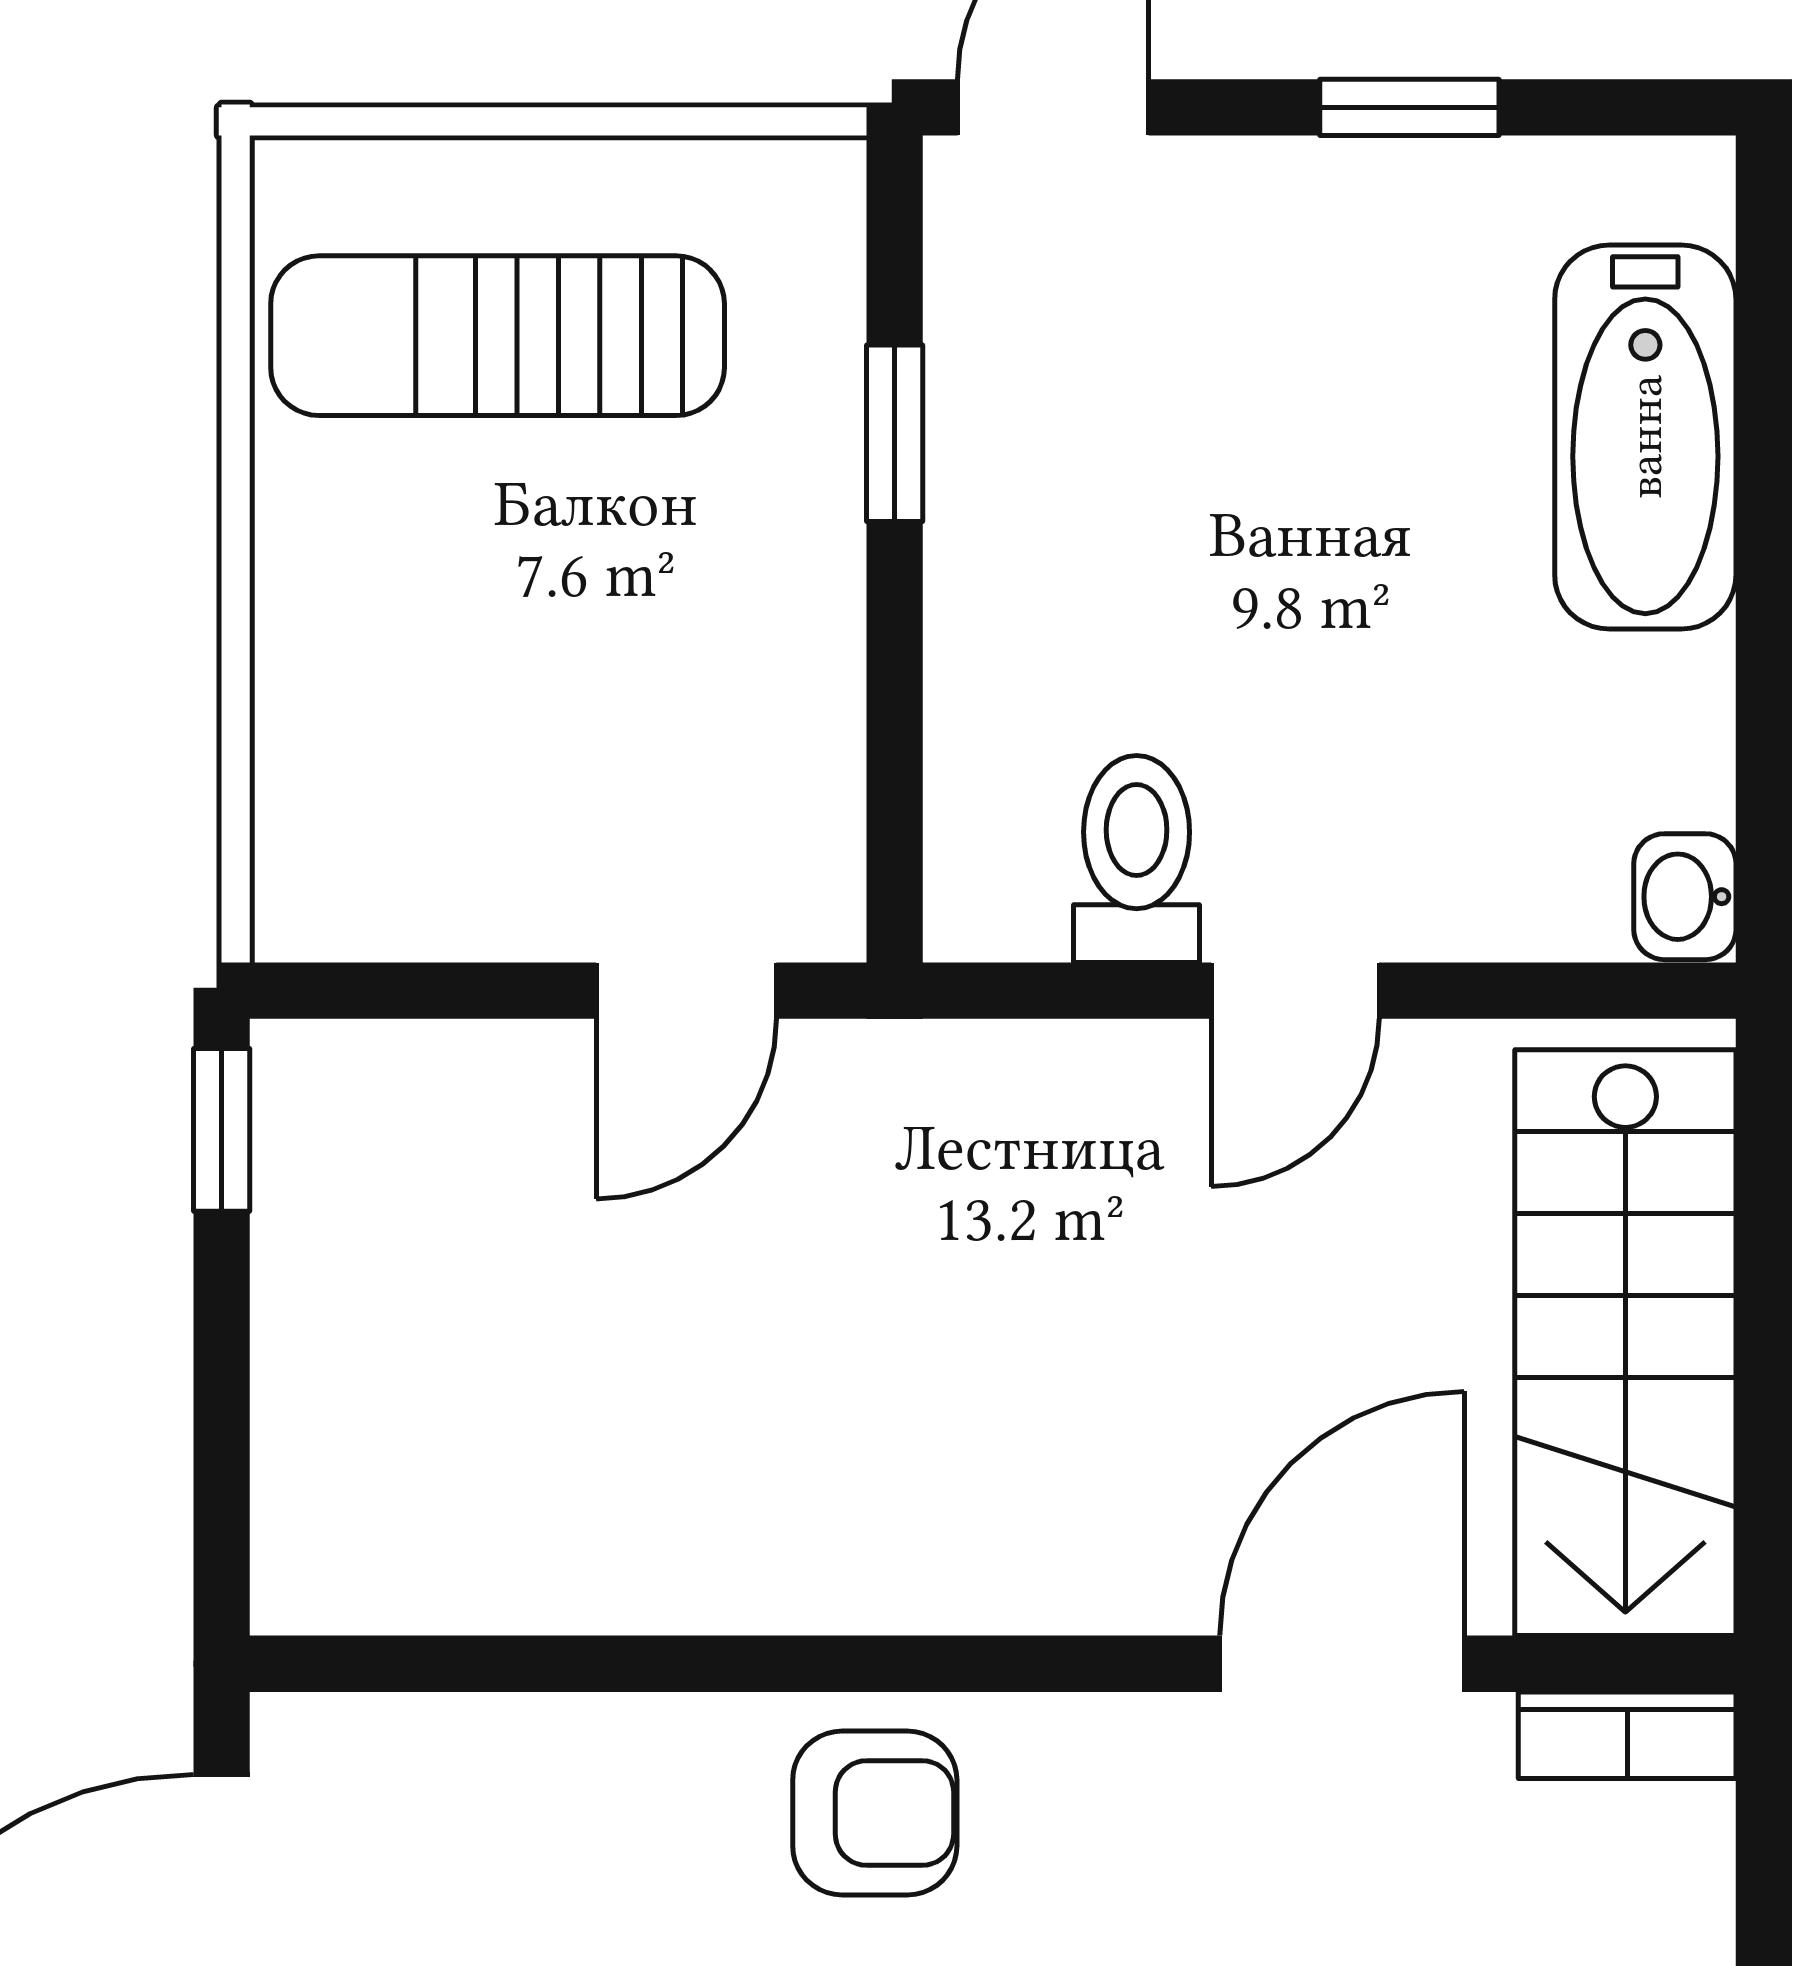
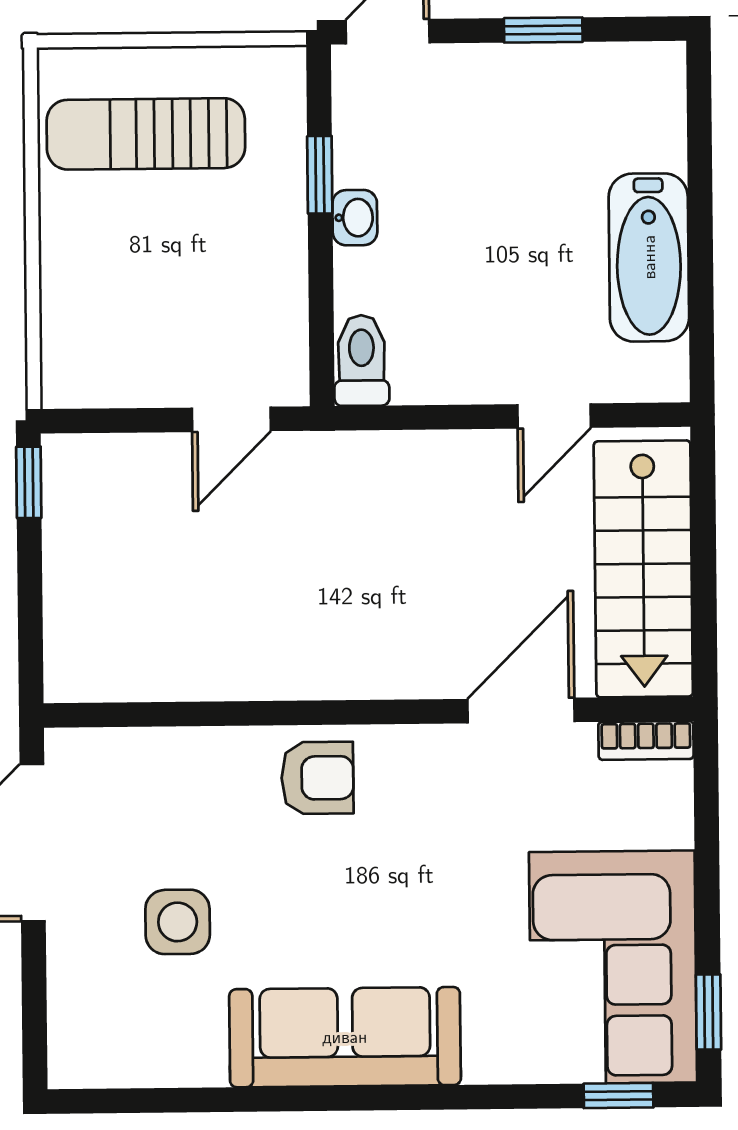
bathtub: (1645, 437) -> (649, 257), moved
toilet: (1137, 859) -> (362, 360), moved
washbasin: (1685, 897) -> (355, 218), moved, turned 180
door: (1295, 991) -> (554, 416), moved

